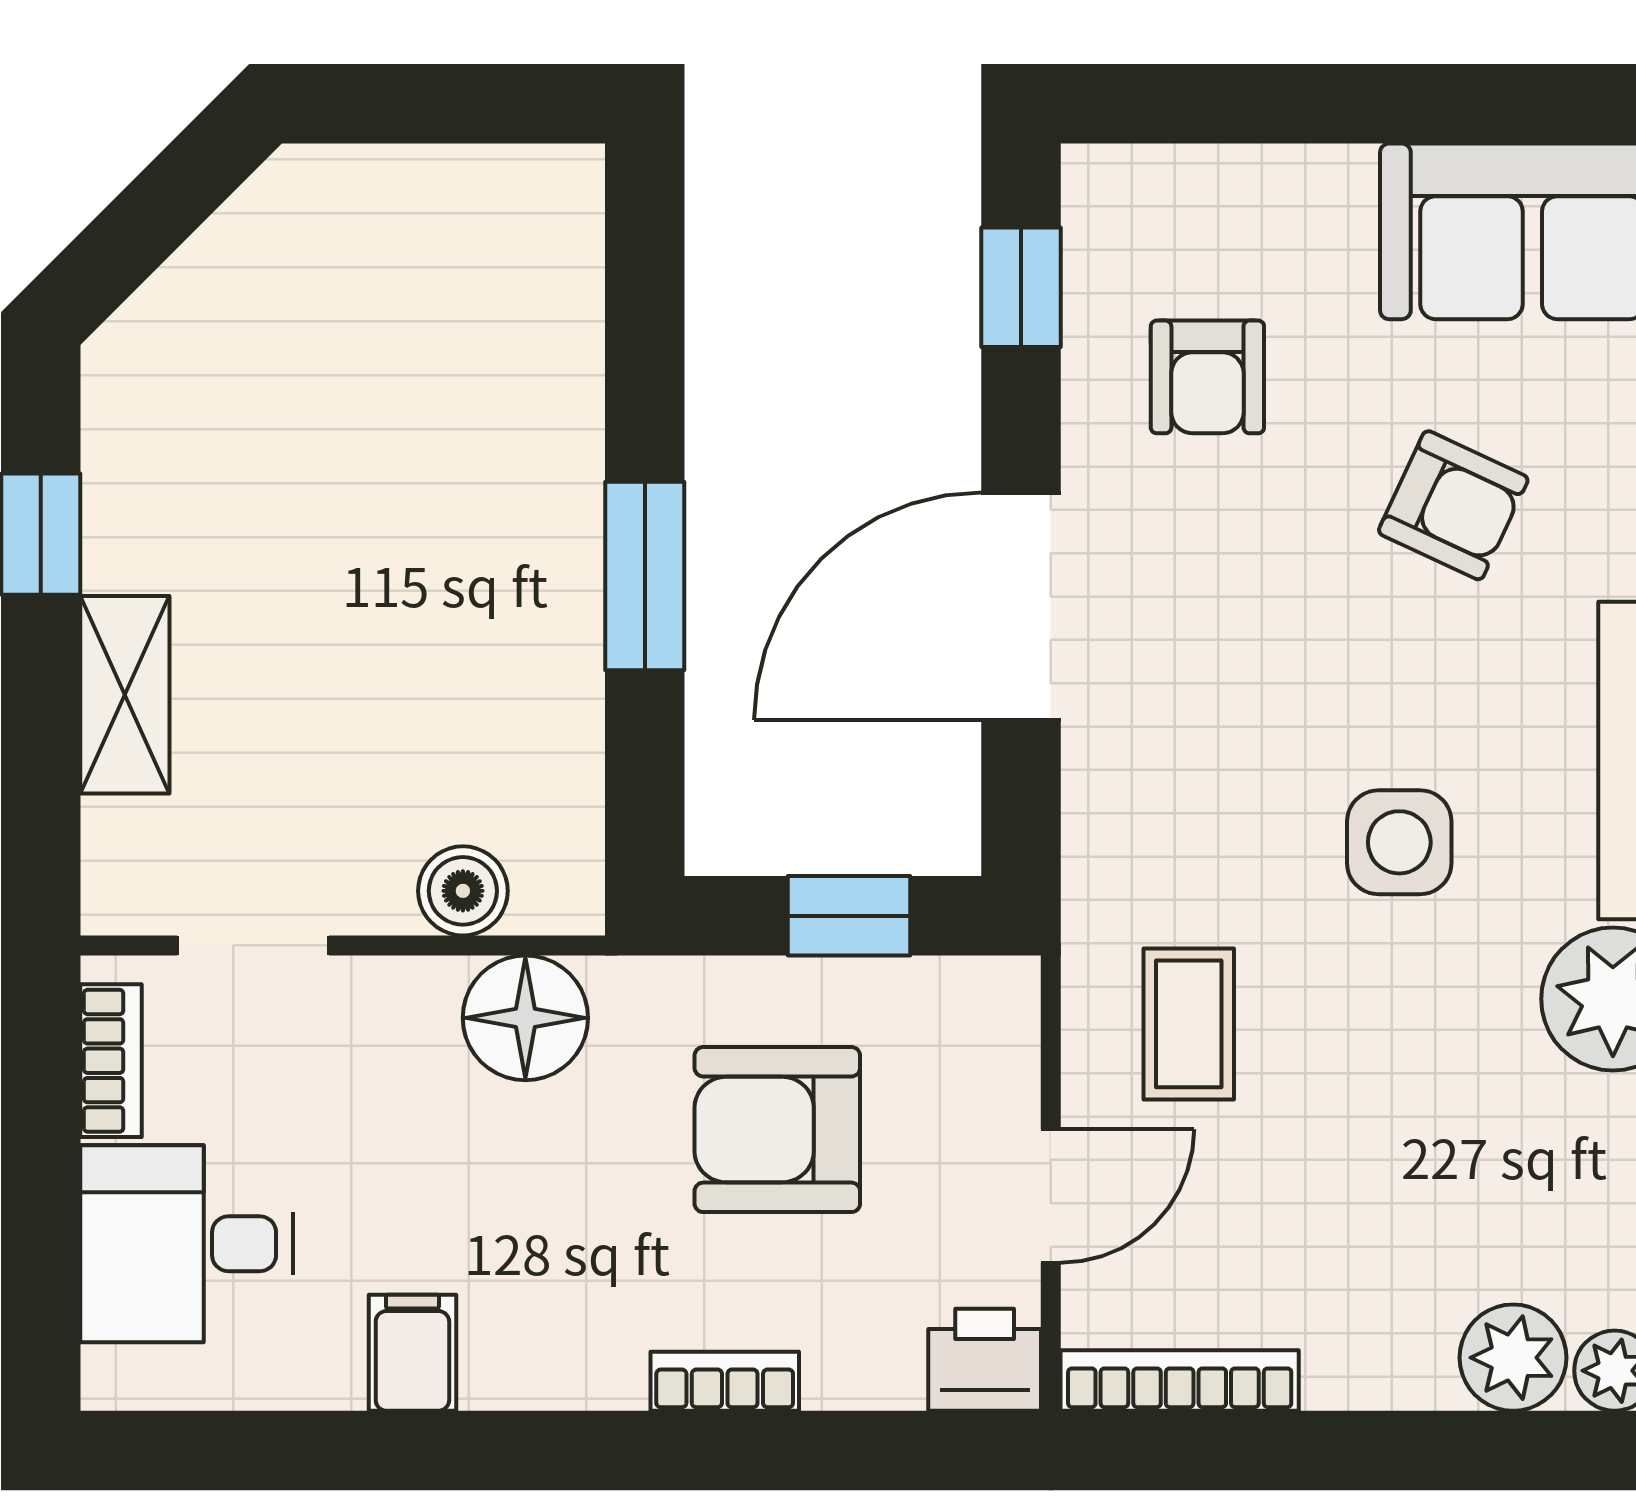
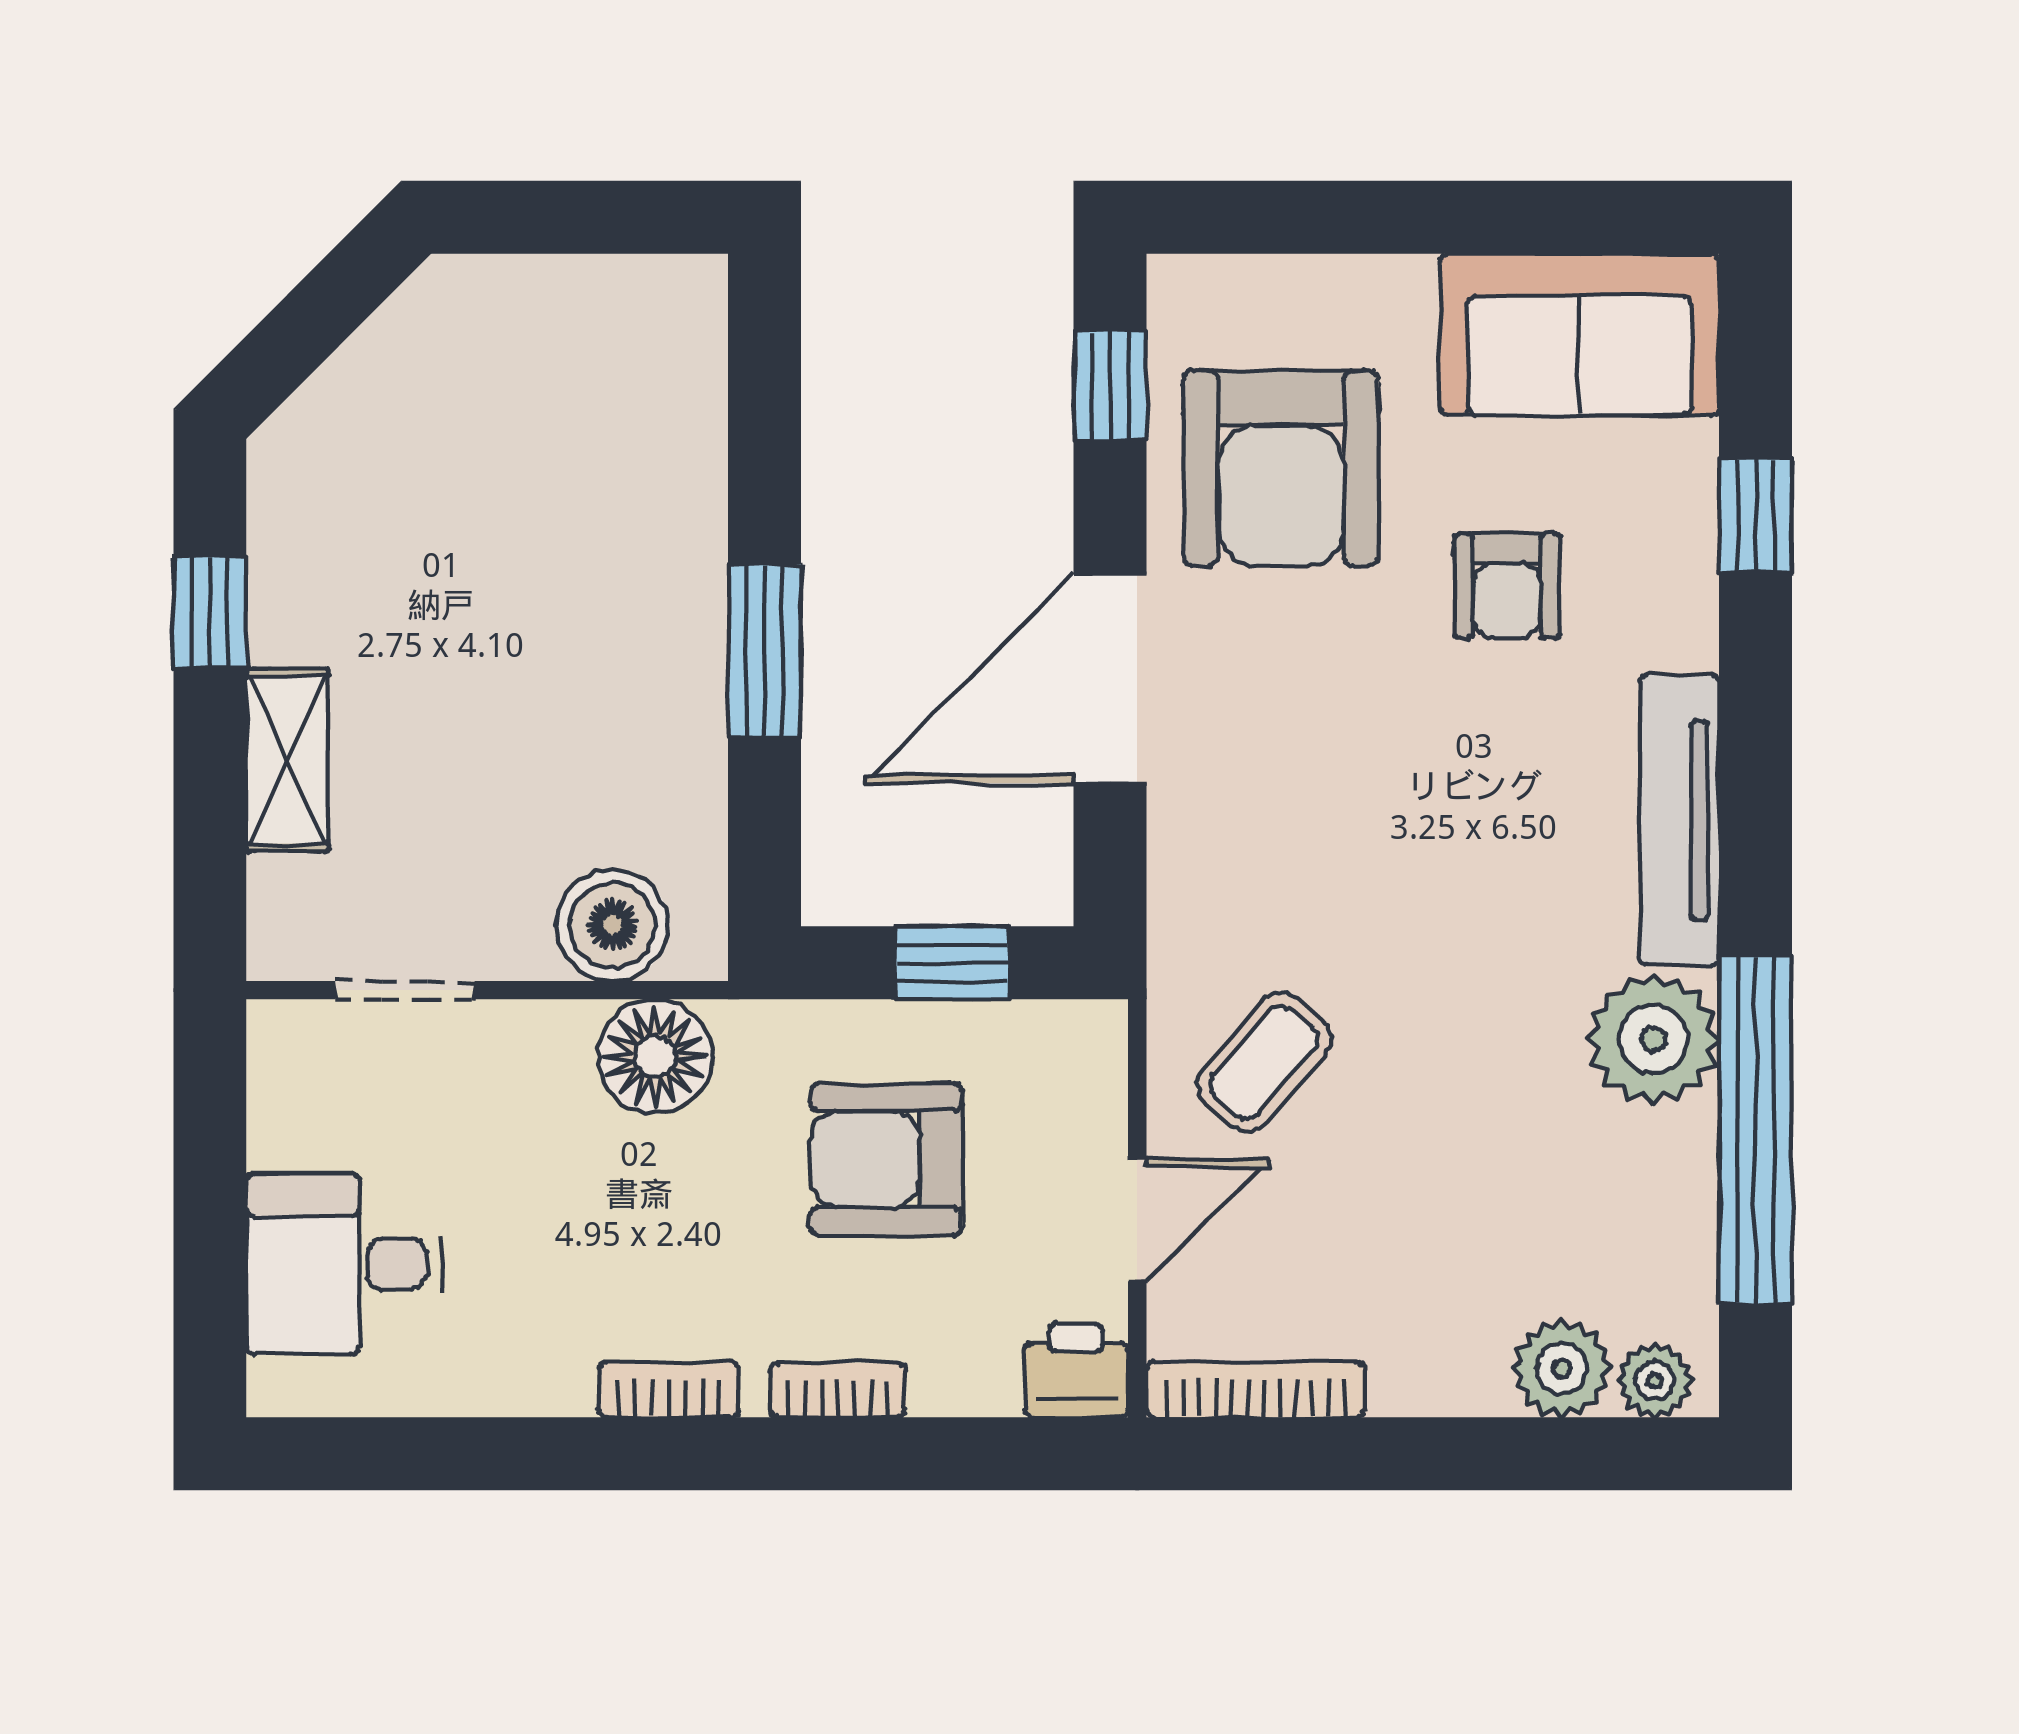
armchair: (1207, 377) -> (1281, 468), width x1.88, depth x1.88
armchair: (1453, 505) -> (1507, 586), turned 65
side table: (1399, 842) -> (1457, 895), removed
boiler: (463, 891) -> (612, 925), width x1.36, depth x1.36
coffee table: (1189, 1024) -> (1264, 1062), turned 41
bookcase: (111, 1061) -> (669, 1389), moved, turned -90
filing cabinet: (412, 1353) -> (551, 1364), removed

